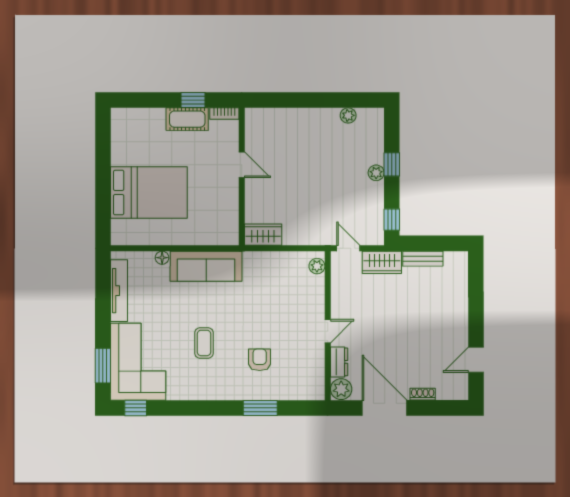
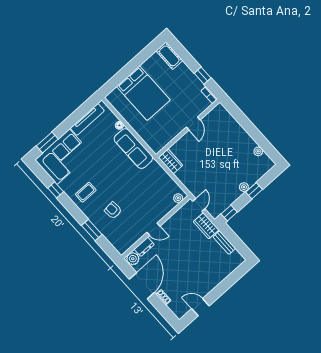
cot: (187, 119) -> (169, 56), moved
coffee table: (204, 343) -> (86, 192), moved
armchair: (260, 360) -> (113, 210), turned -95
window: (136, 408) -> (56, 190), moved

